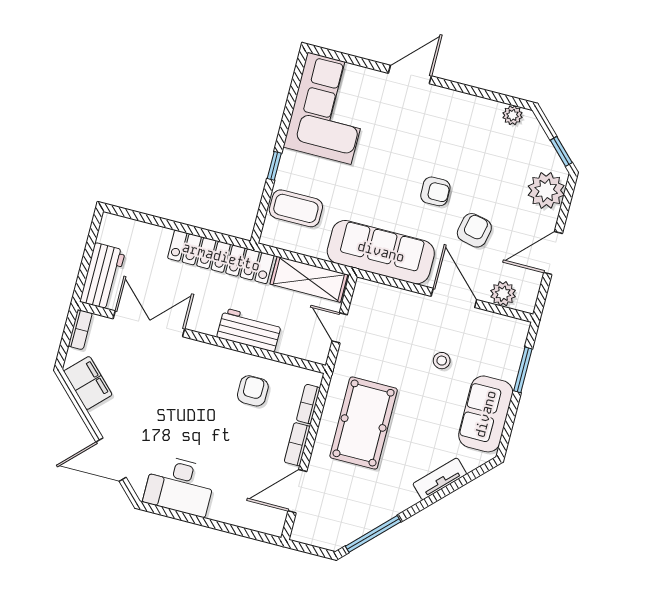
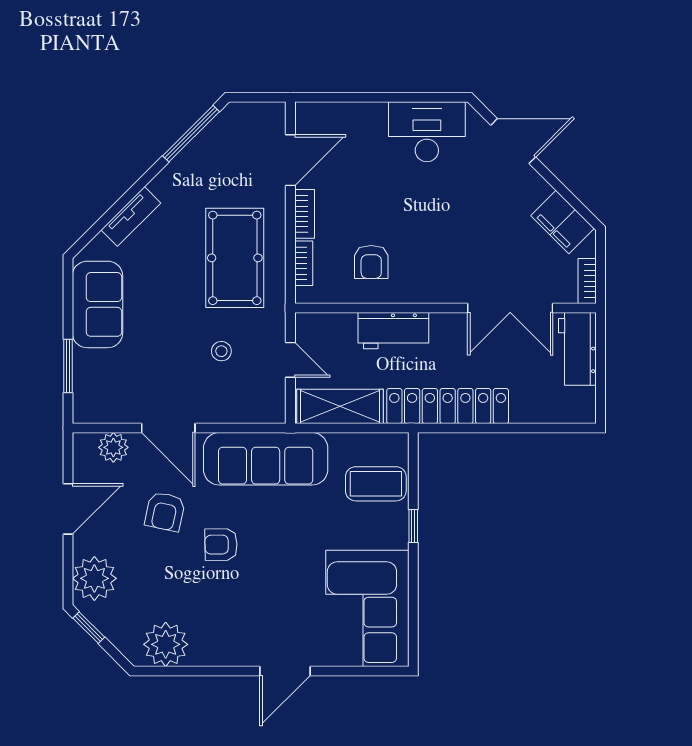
plant: (512, 115) -> (166, 644), width x1.87, depth x1.87
stool: (442, 361) -> (221, 351), moved

